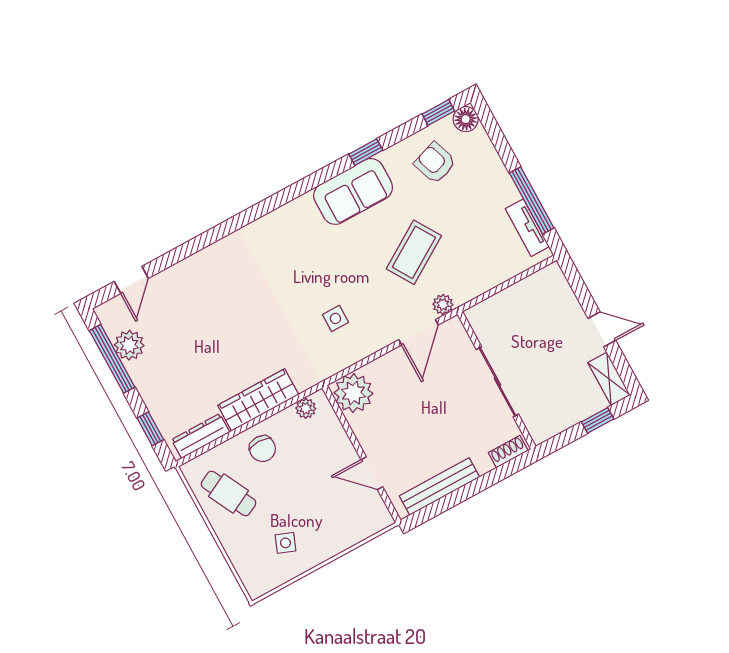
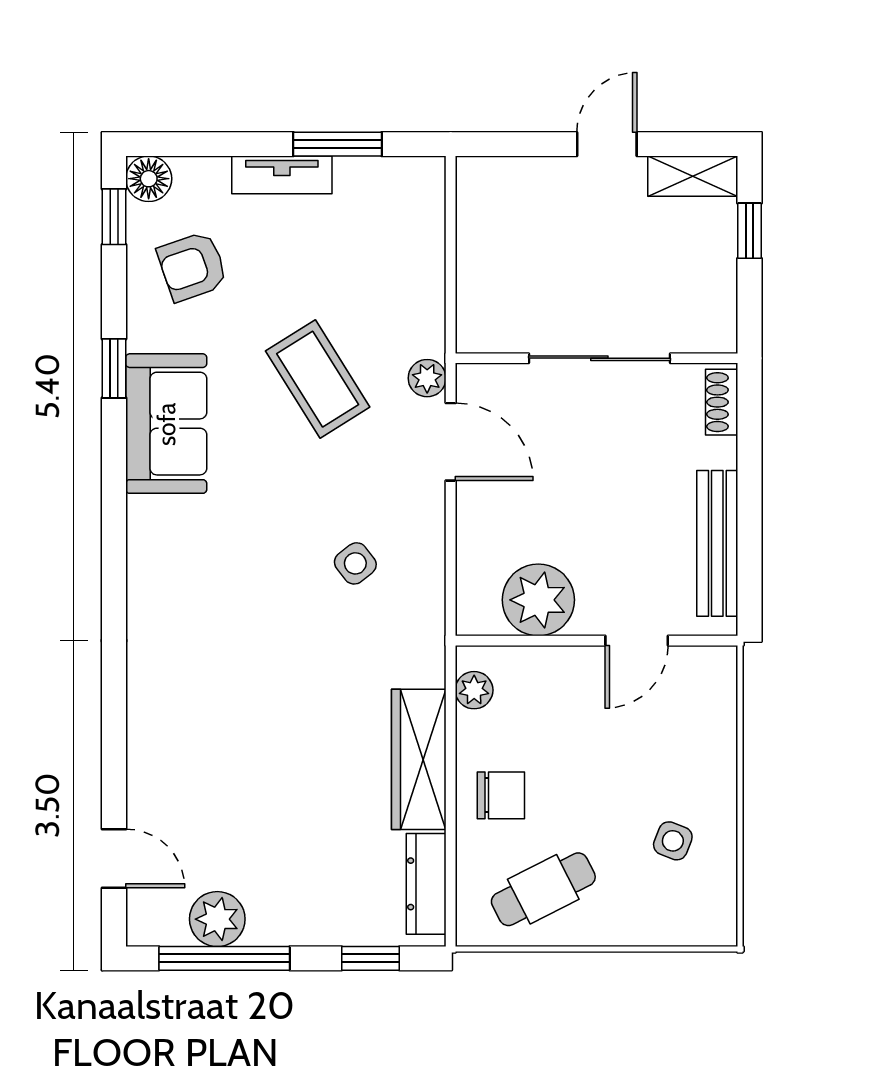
window: (532, 200) -> (337, 144), width x0.69
tv unit: (527, 228) -> (282, 175), moved
side table: (335, 318) -> (355, 563), turned -38
plant: (353, 393) -> (538, 600), moved

